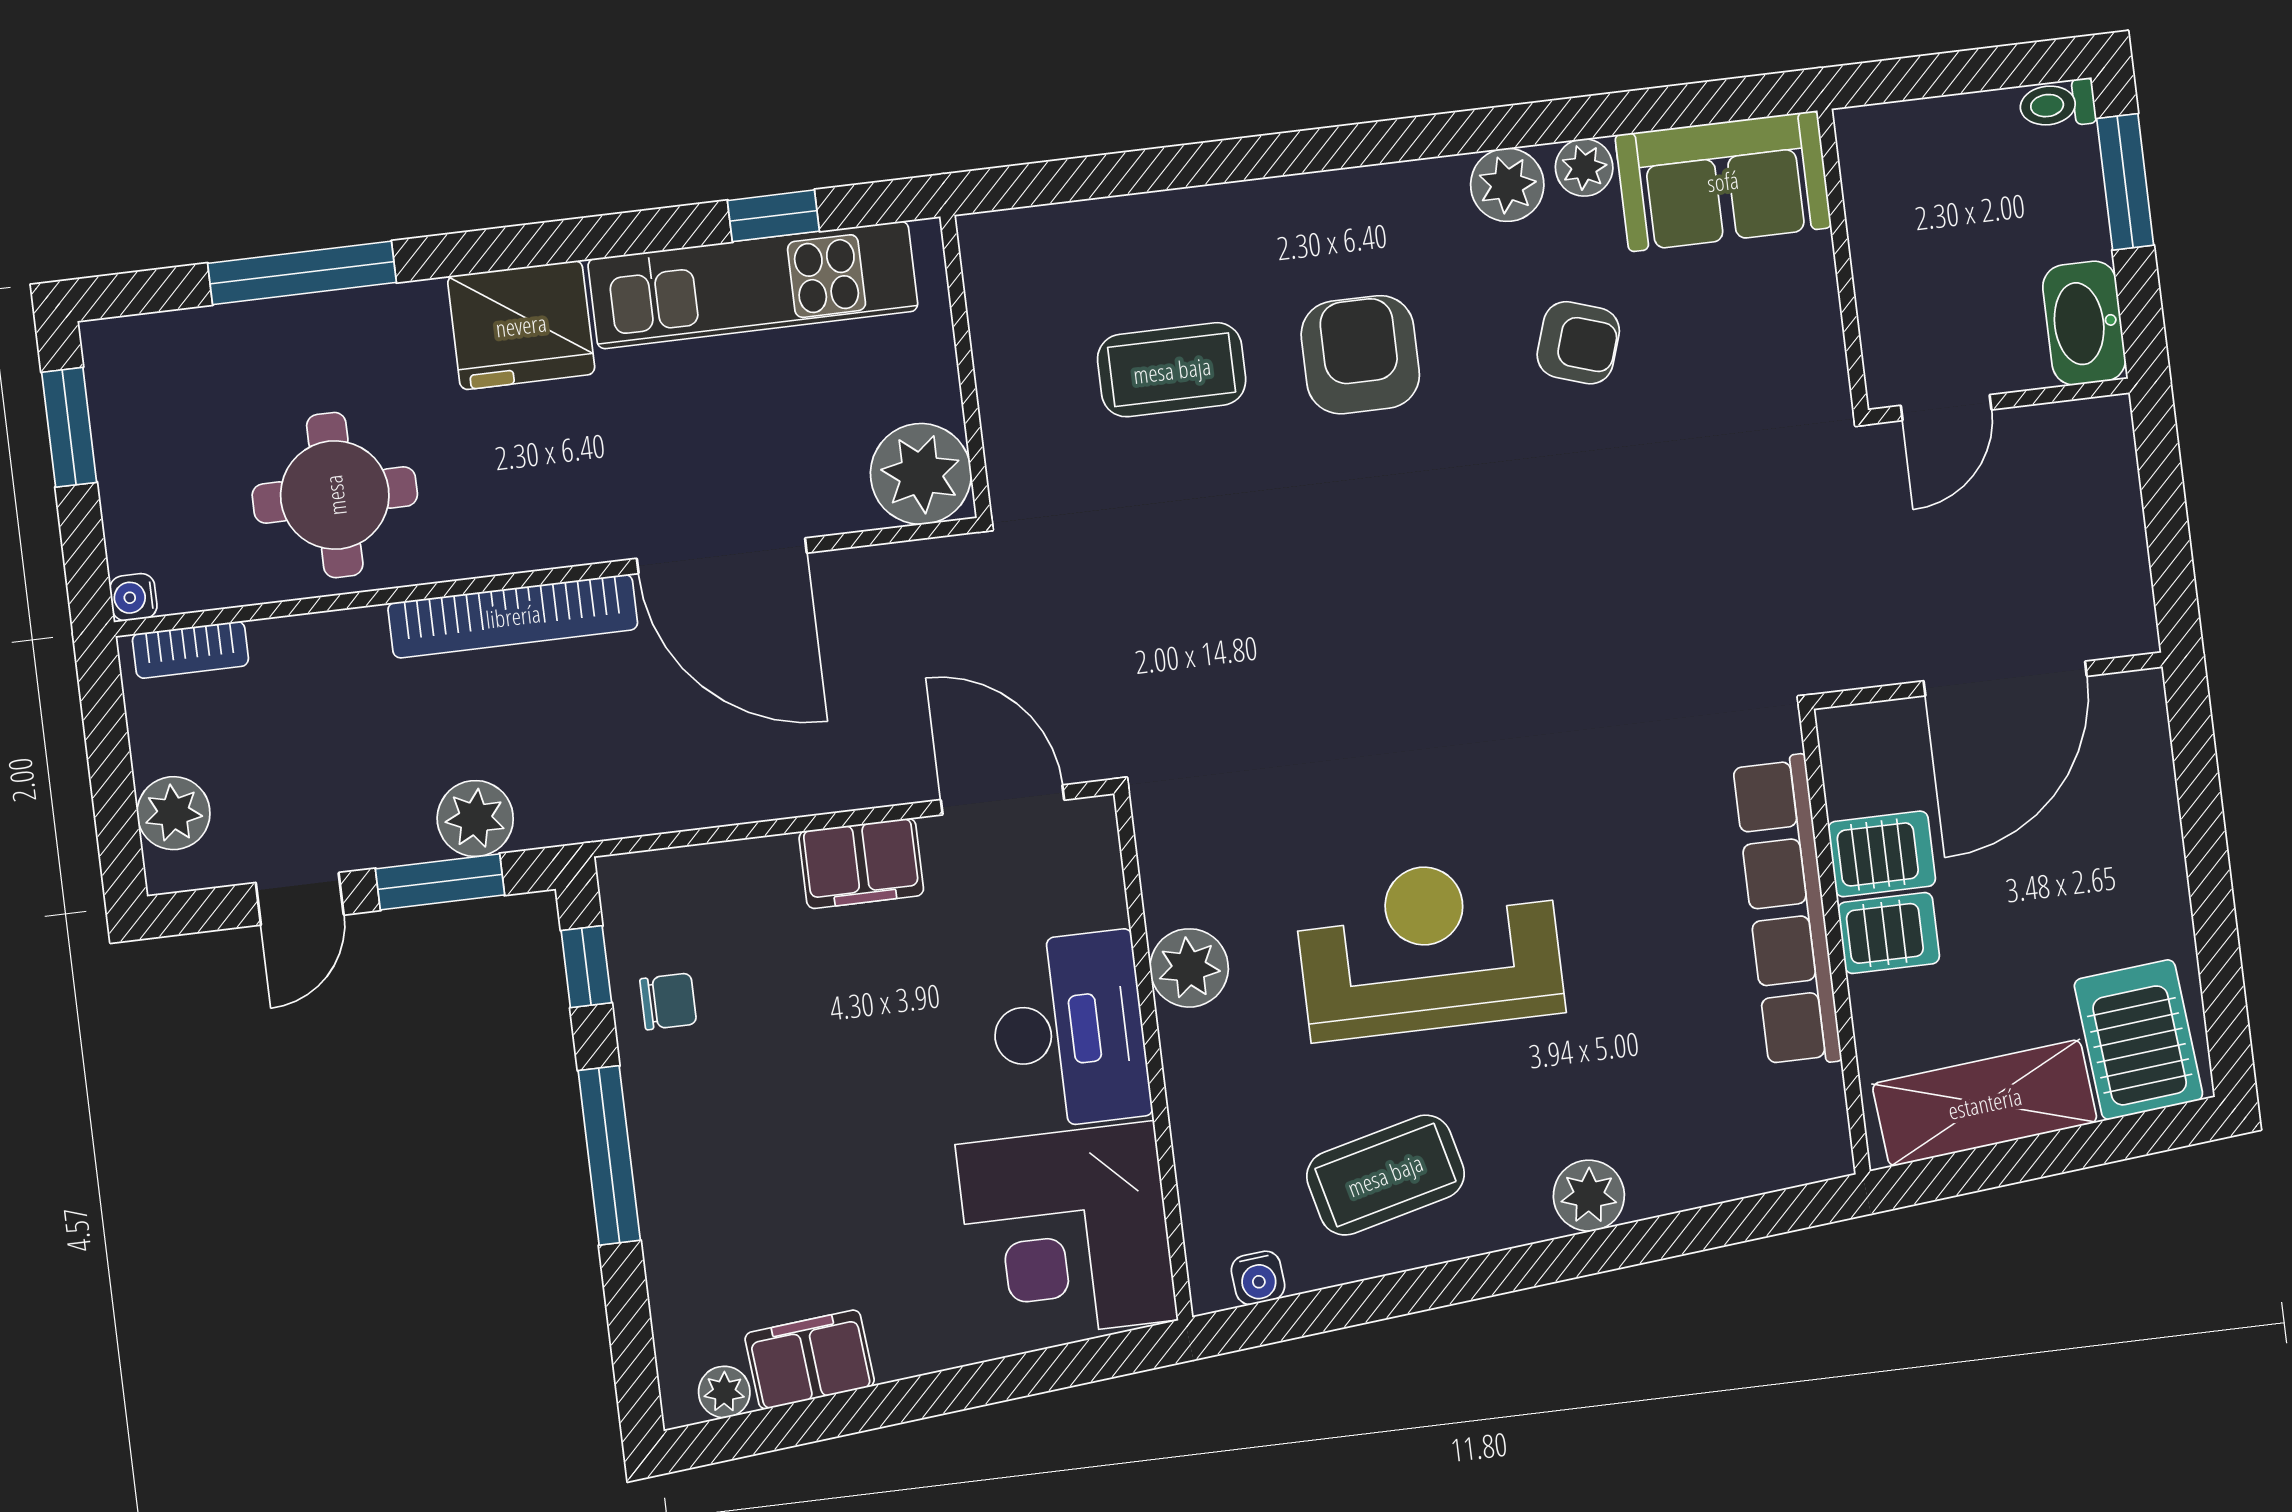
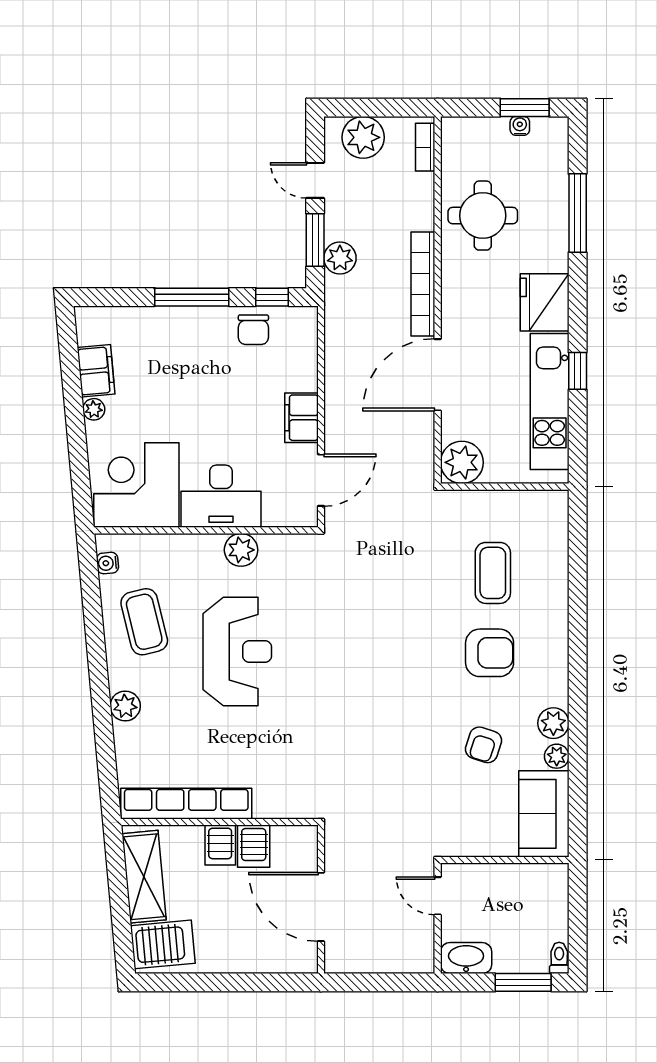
window: (773, 216) -> (578, 371), moved
water cooler: (133, 597) -> (520, 126), moved
plant: (173, 813) -> (363, 137), width x1.36, depth x1.36
row of seats: (1787, 911) -> (186, 804), moved
chair: (668, 1001) -> (253, 330), width x1.37, depth x1.37
plant: (724, 1392) -> (94, 409), moved

